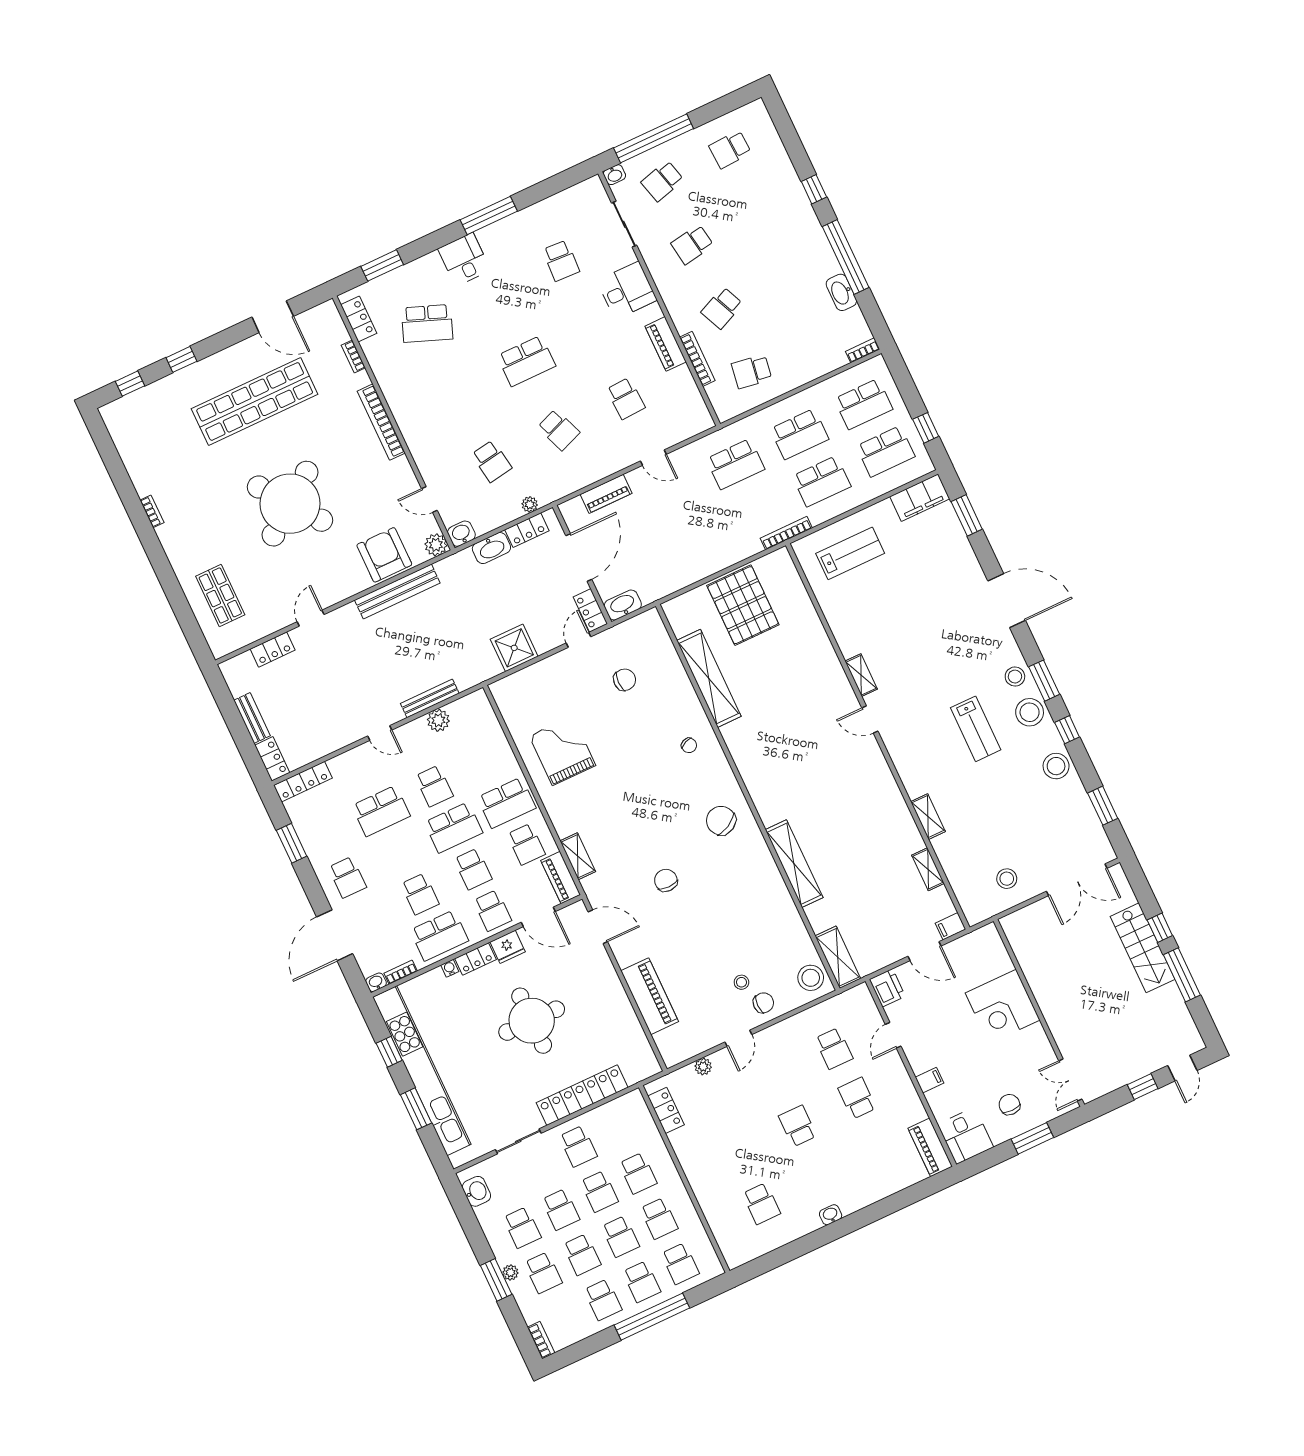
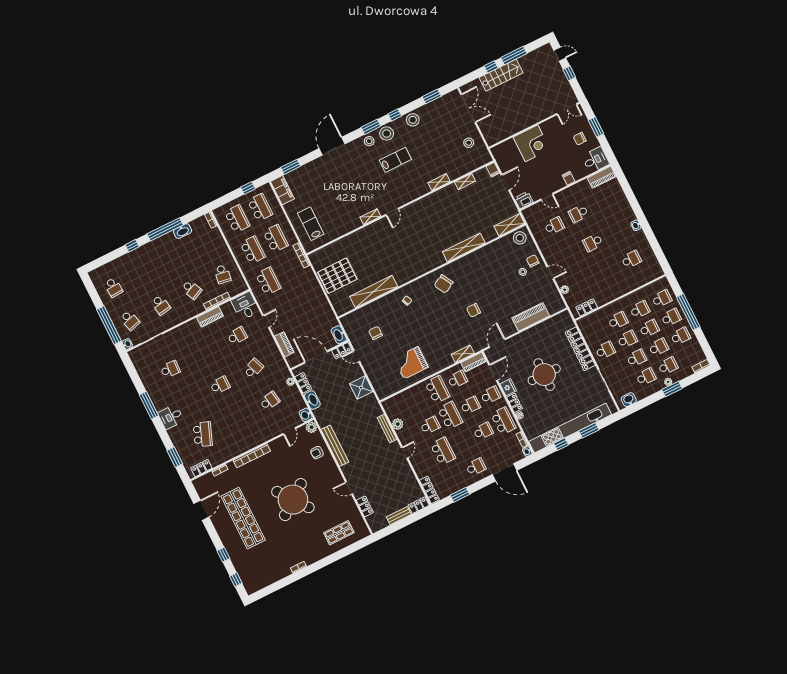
desk: (627, 290) -> (245, 306), moved
school desk: (526, 361) -> (220, 385), width x0.54
armchair: (384, 555) -> (317, 453), width x0.53, depth x0.53

